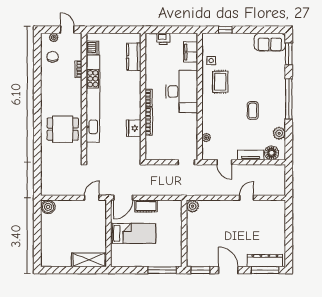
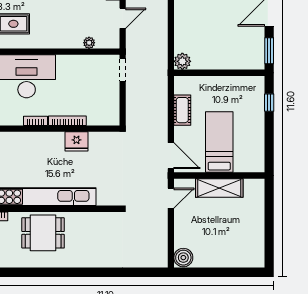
dining table: (63, 129) -> (43, 233), moved, turned 90
door: (92, 198) -> (171, 198), swing flipped
cot: (146, 206) -> (182, 110), moved
shelving: (89, 260) -> (219, 188), moved, turned 90
window: (162, 270) -> (269, 103), width x0.46

